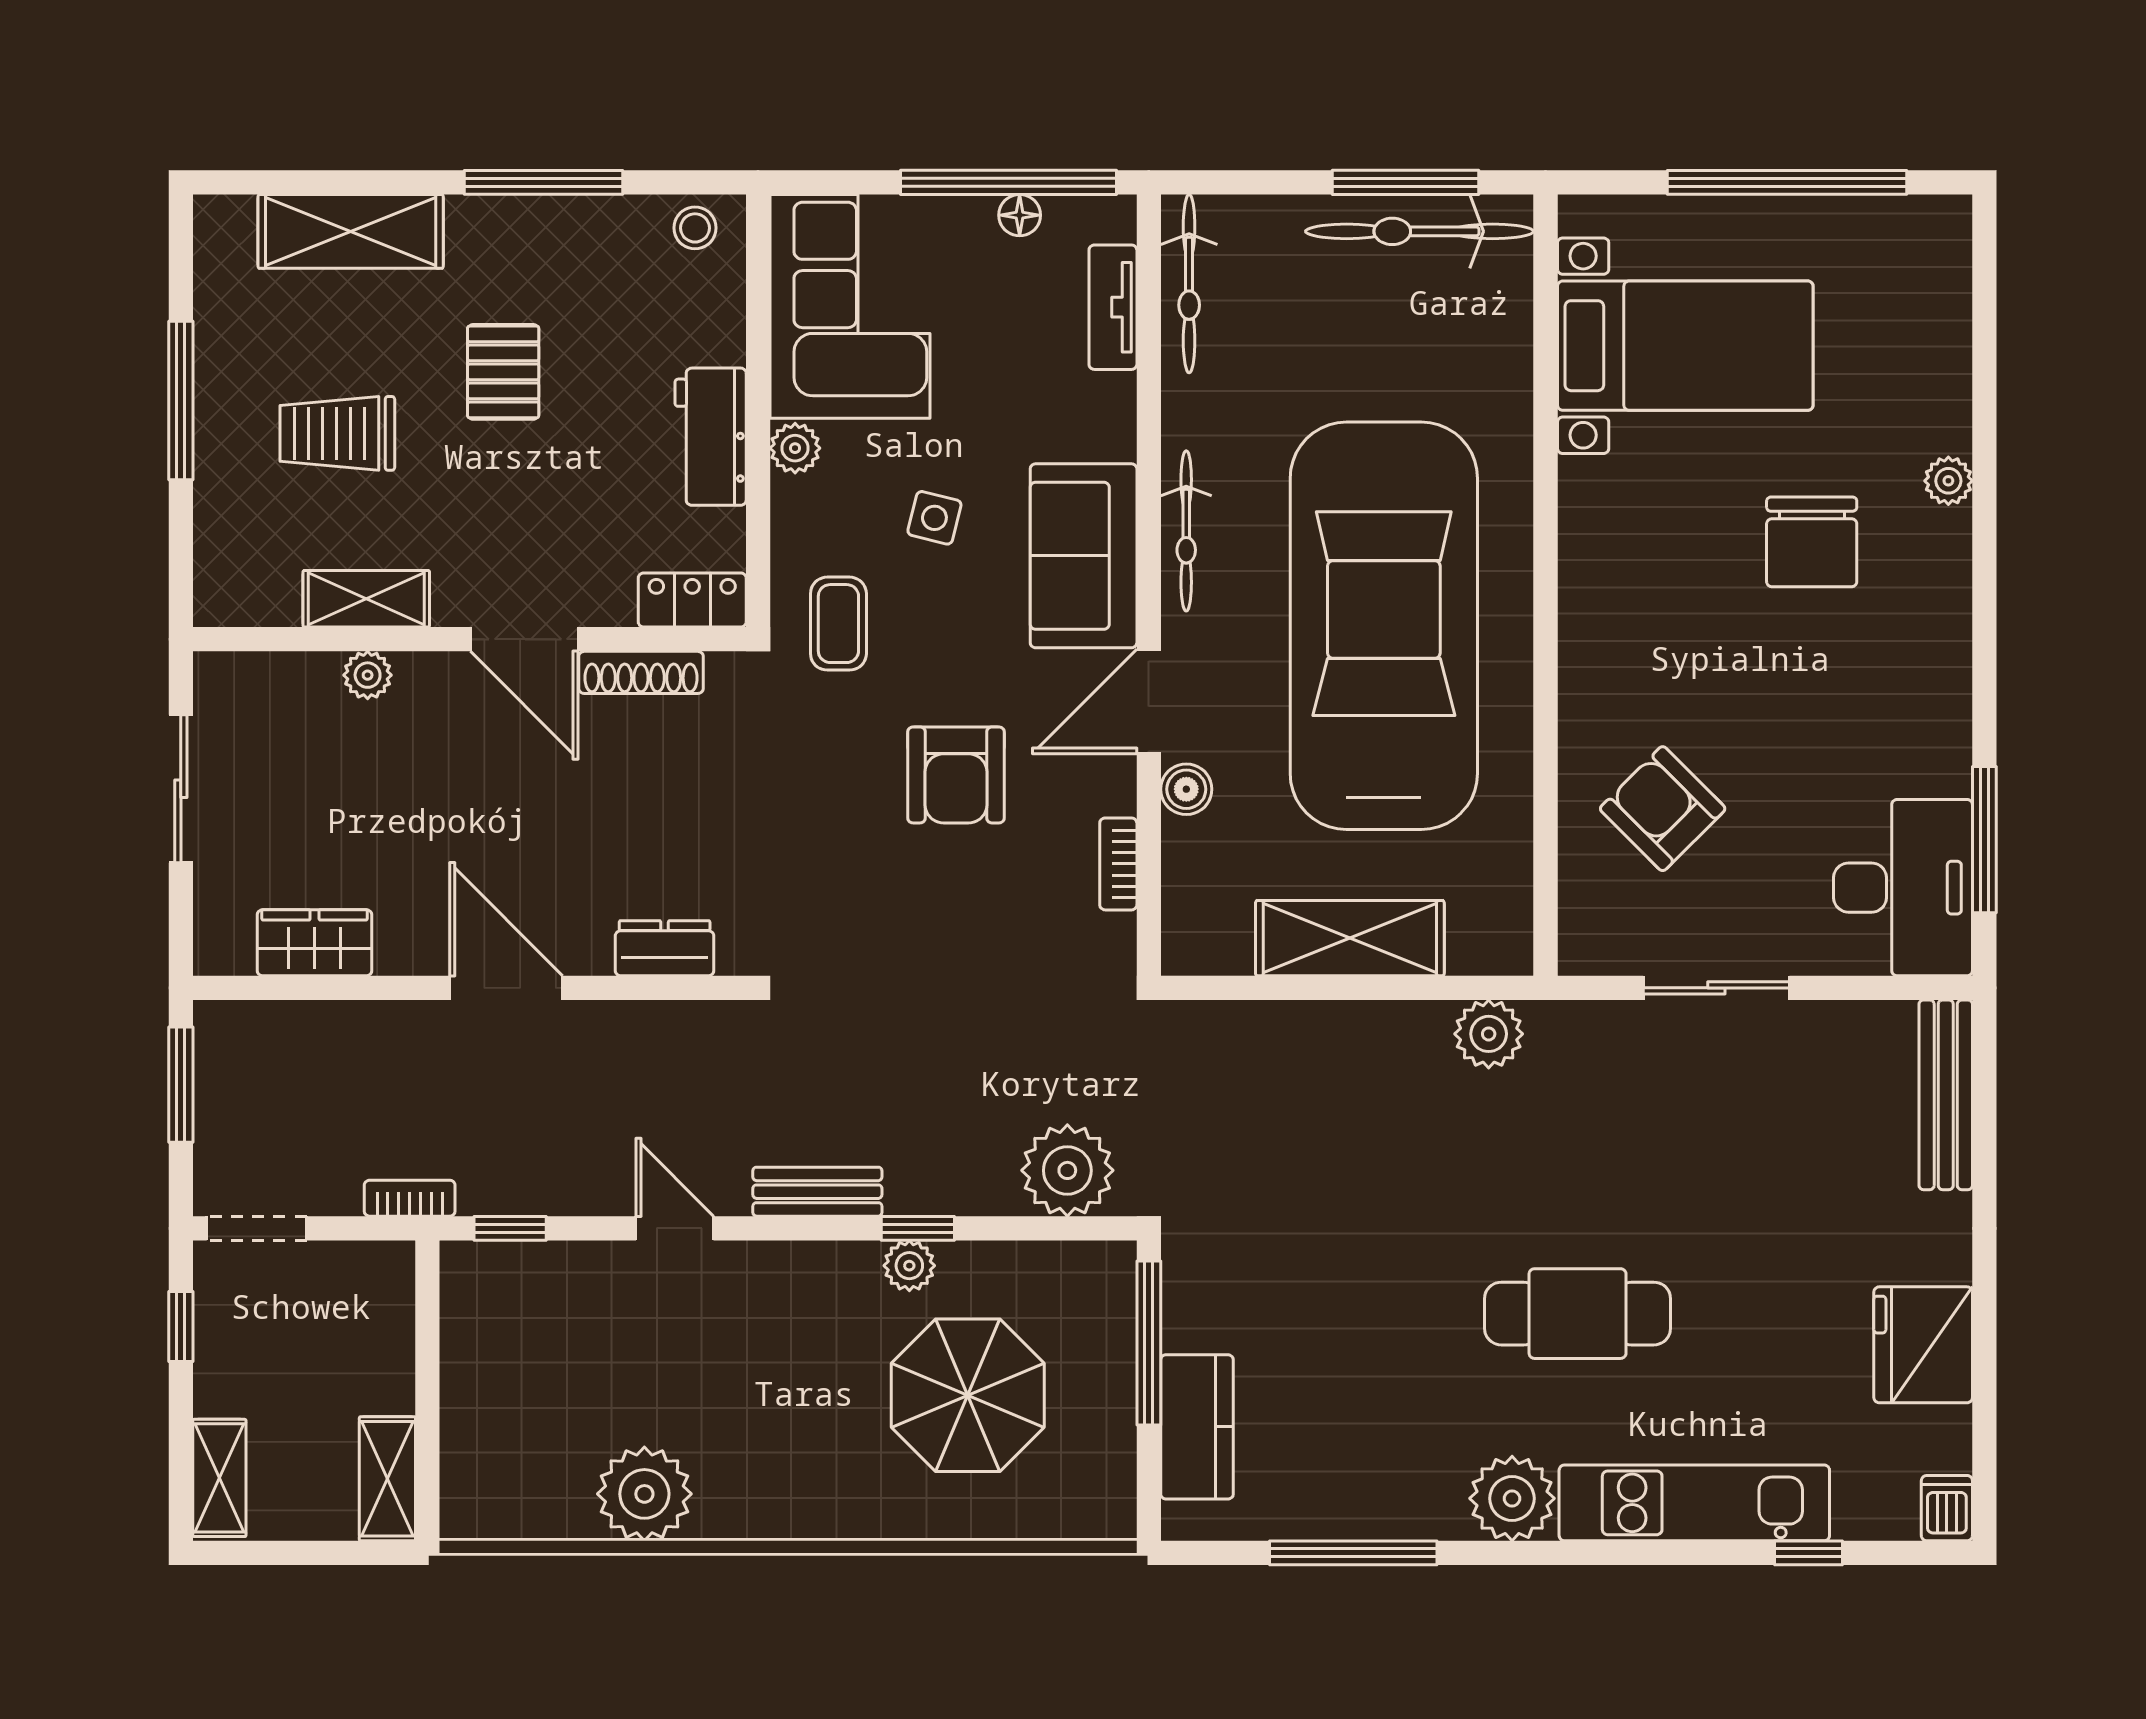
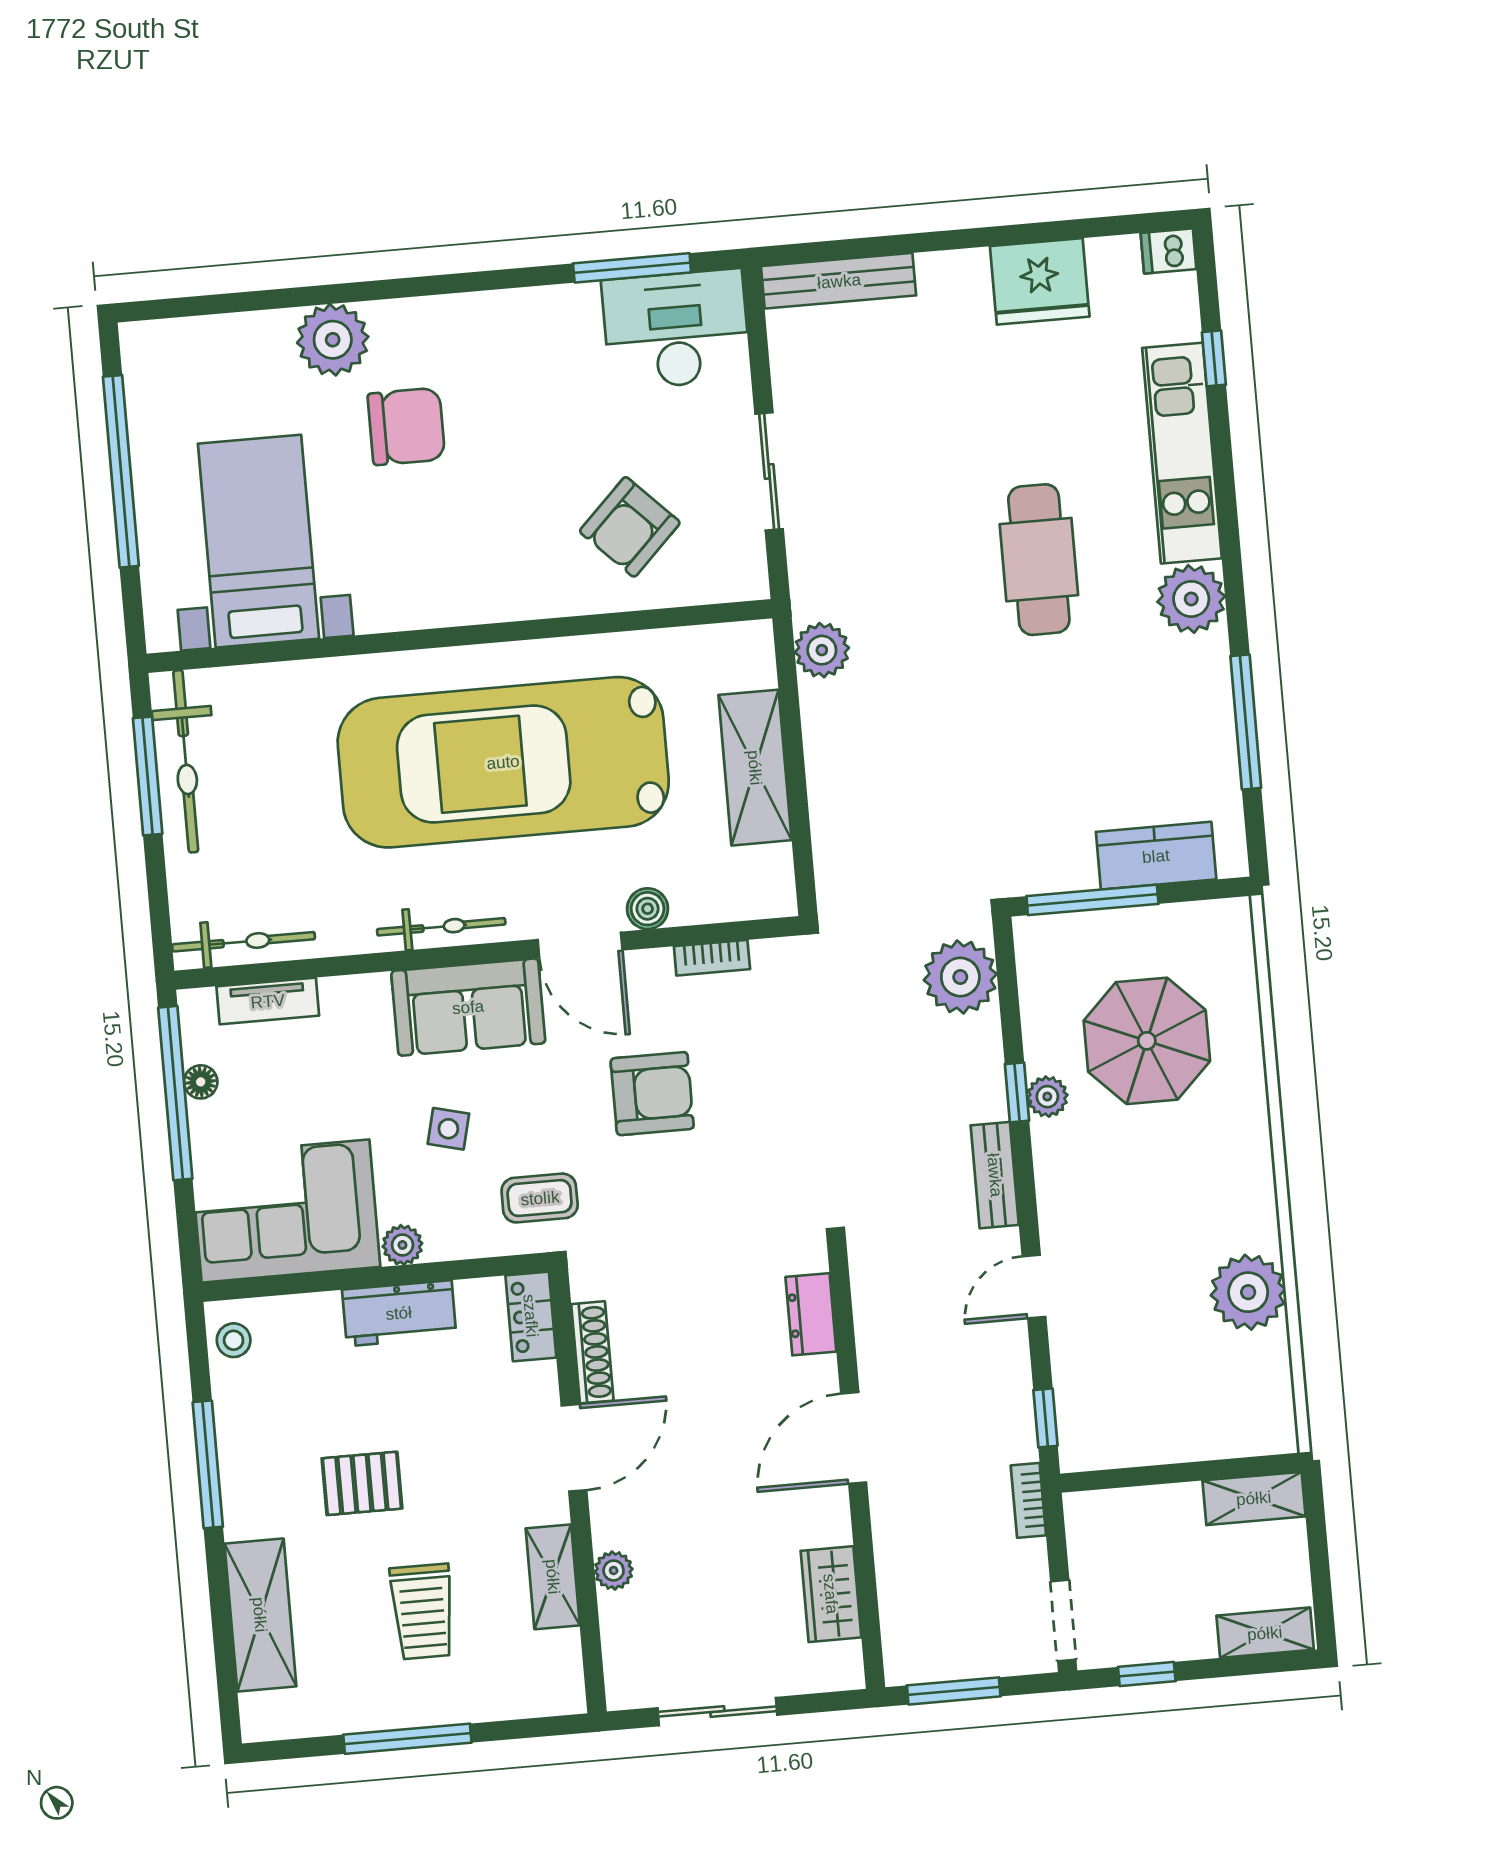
plant: (1948, 481) -> (333, 340), width x1.88, depth x1.88

